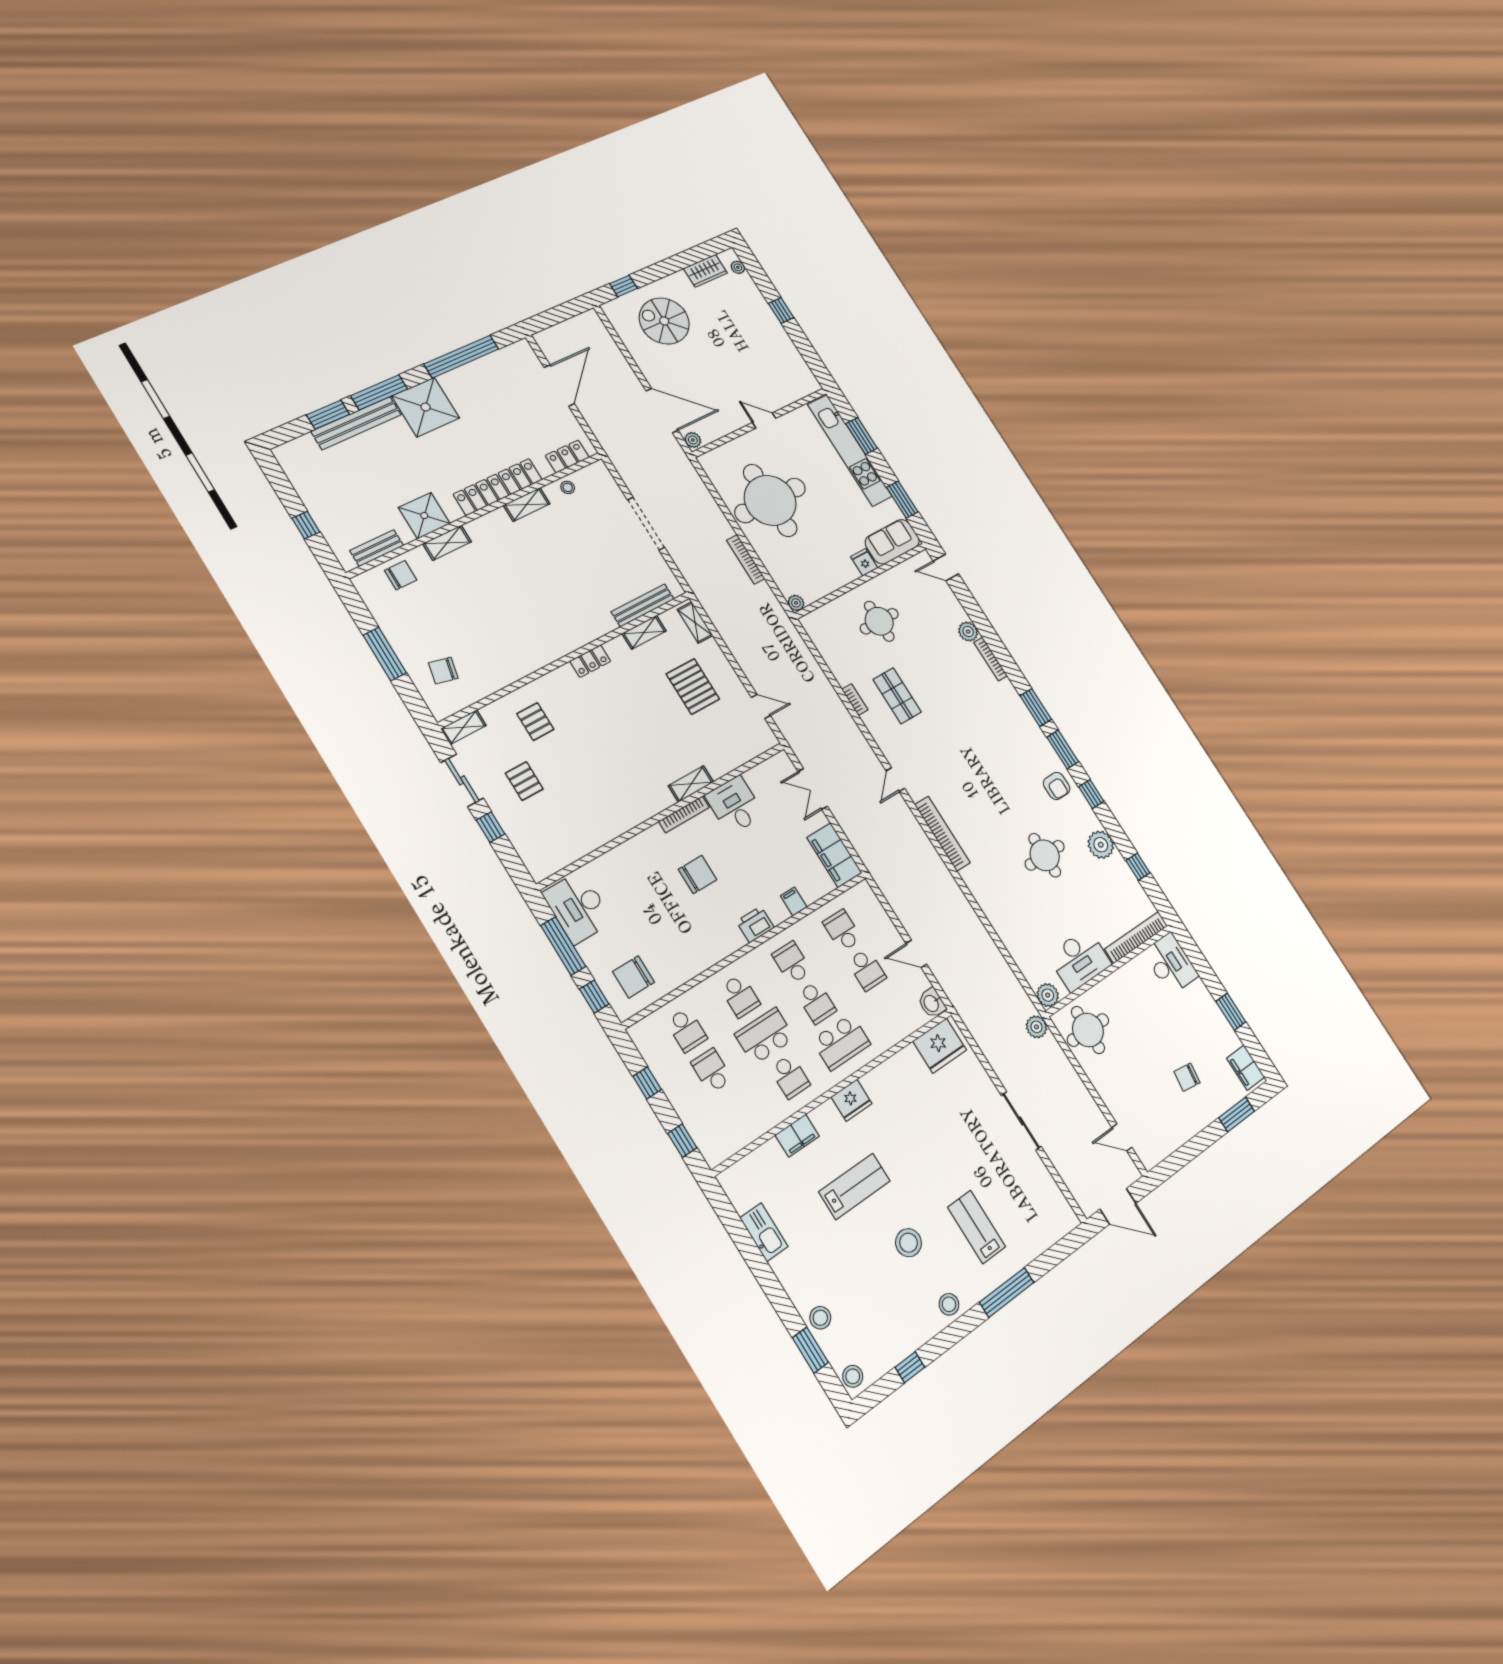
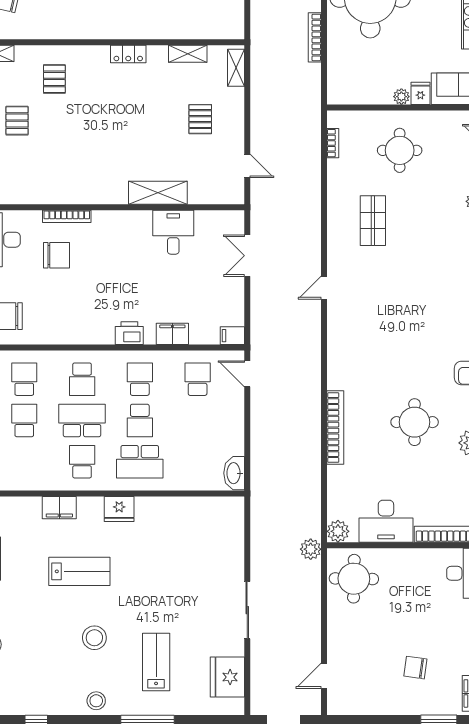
plant: (796, 603) -> (401, 97), moved
bench: (643, 605) -> (201, 31), removed
pallet: (693, 687) -> (200, 119), width x0.67, depth x0.71
bookcase: (855, 700) -> (333, 143), moved
shelving: (691, 784) -> (158, 193), width x1.50, depth x1.33
bookcase: (684, 814) -> (67, 216), moved
bookcase: (942, 834) -> (335, 428), moved
filing cabinet: (834, 855) -> (232, 336), width x0.33, depth x0.86
chair: (698, 874) -> (57, 255), moved
filing cabinet: (794, 901) -> (172, 334), width x2.00
door: (916, 954) -> (247, 374), moved
school desk: (867, 970) -> (198, 420), removed
washbasin: (932, 1003) -> (234, 473), width x1.38
school desk: (687, 1030) -> (24, 379), turned 180
fridge: (940, 1046) -> (227, 677), moved, turned 90
school desk: (790, 1077) -> (82, 462), turned 180
door: (1122, 1137) -> (324, 676), hinge flipped

